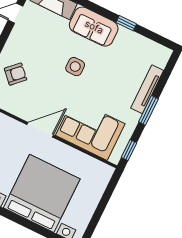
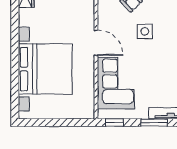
side table: (75, 67) -> (145, 31), moved

